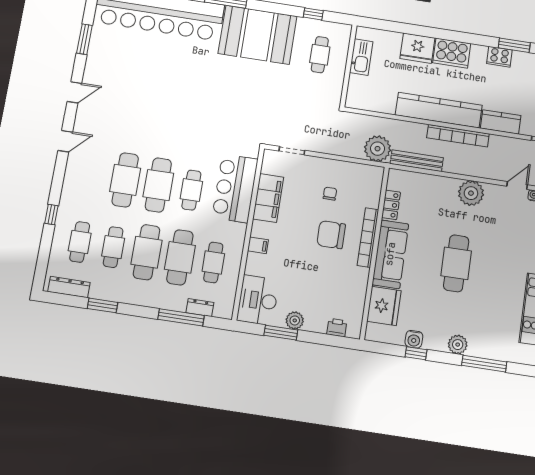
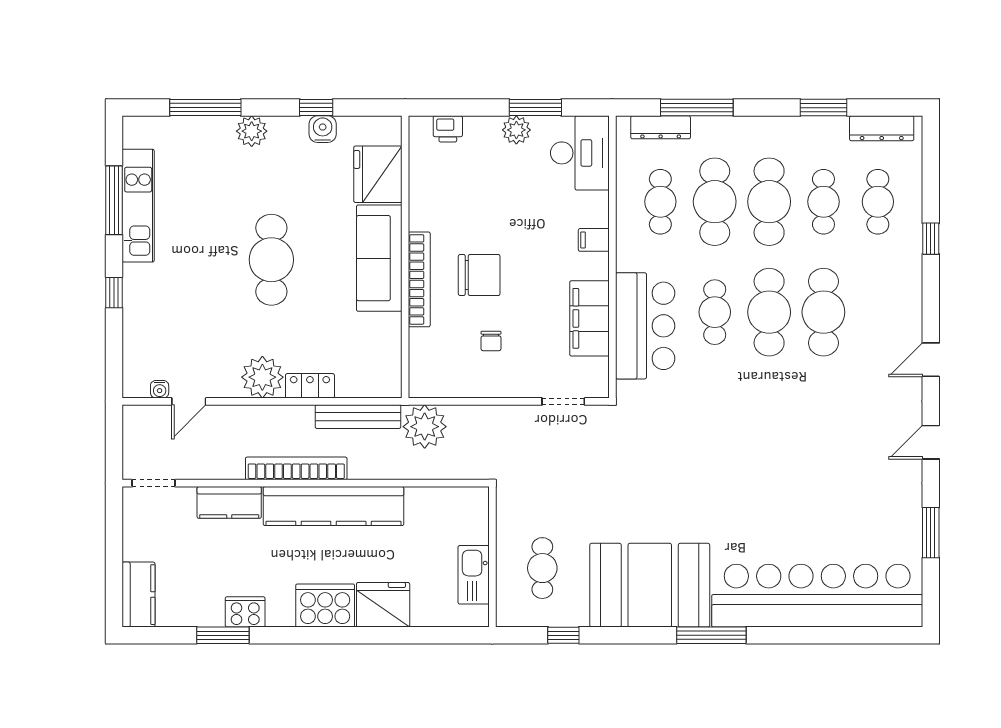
locker: (391, 205) -> (310, 386), moved, turned 90
dresser: (200, 308) -> (661, 127), width x1.44

